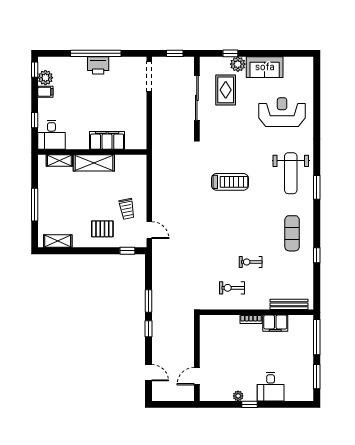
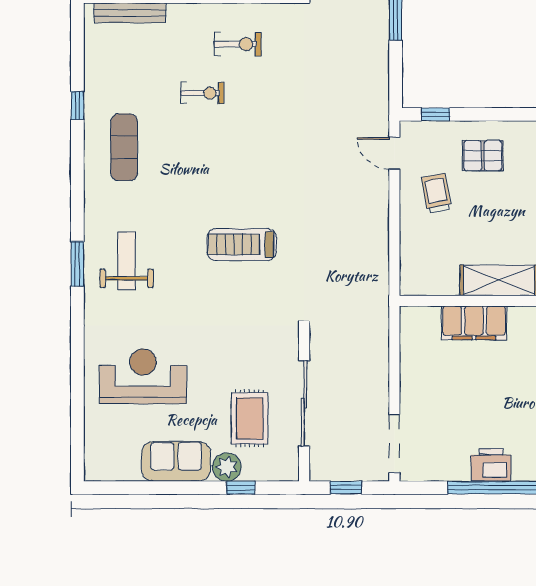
reception desk: (282, 112) -> (143, 376), turned 180
weight bench: (291, 173) -> (127, 261), width x0.73, depth x0.75
window: (317, 187) -> (77, 264), moved

